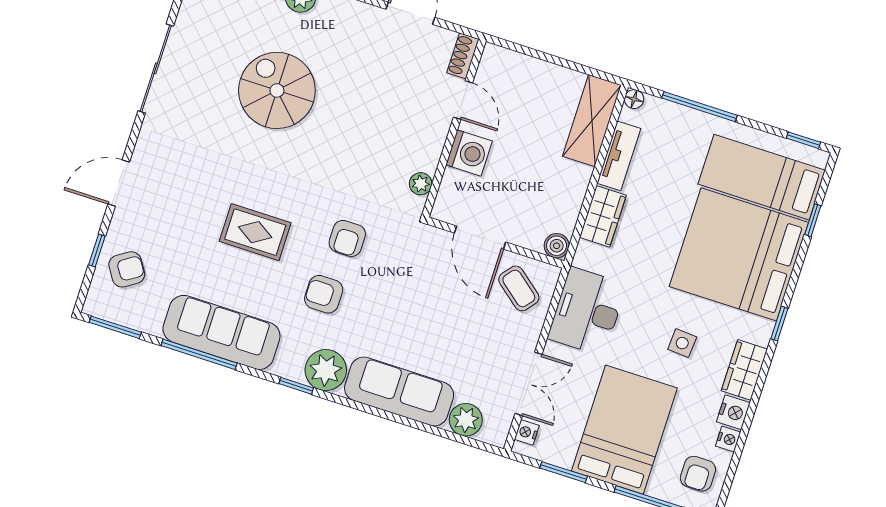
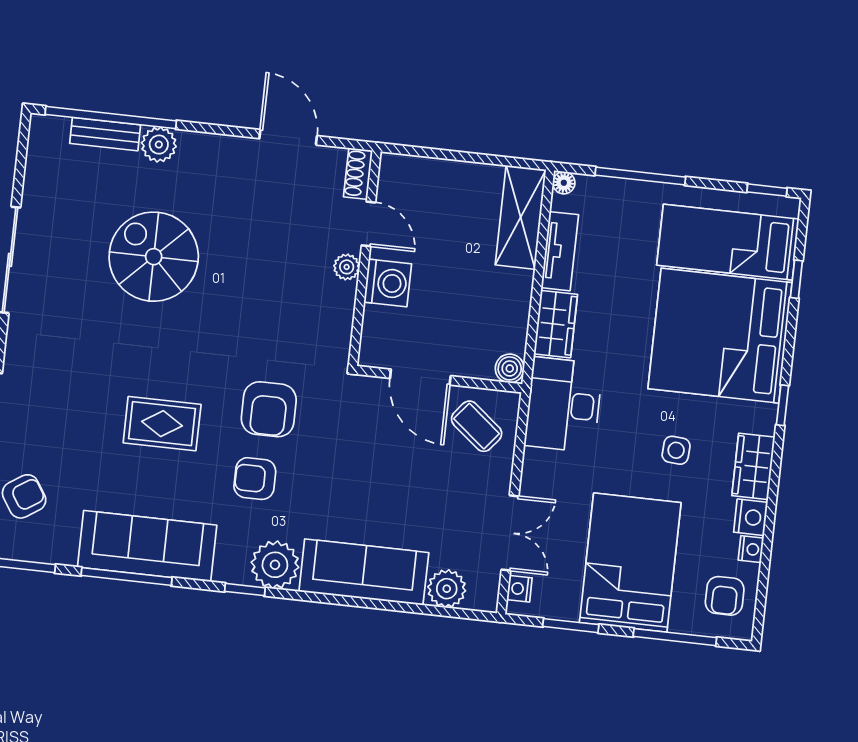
plant: (421, 184) -> (347, 267), moved
armchair: (347, 238) -> (269, 409), width x1.38, depth x1.38
desk: (587, 311) -> (563, 405), moved

